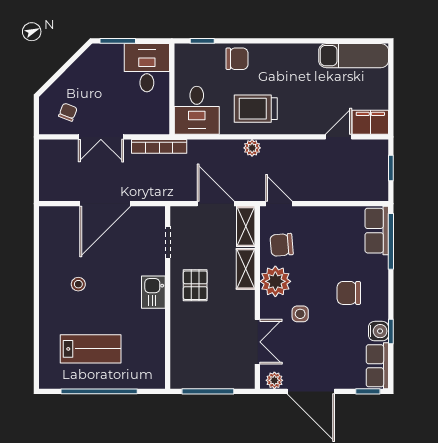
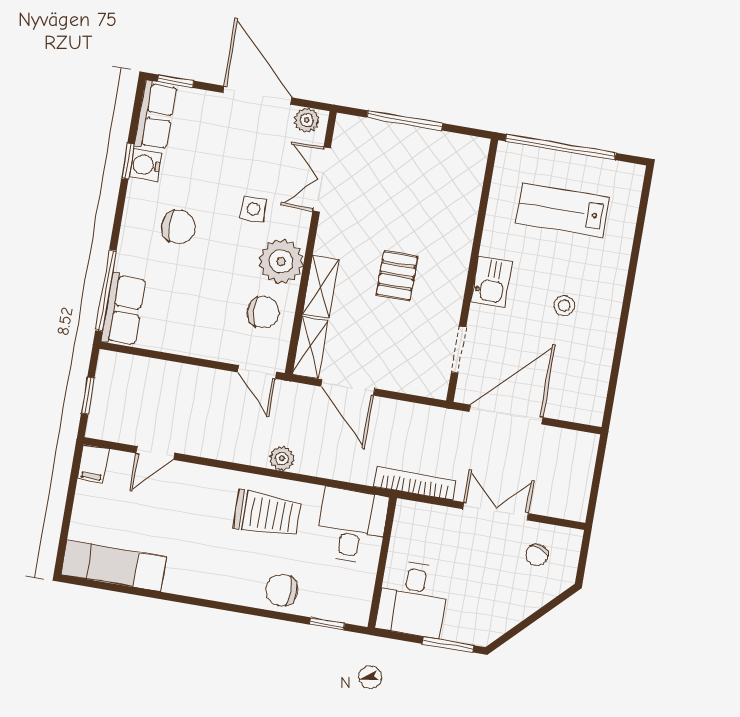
filing cabinet: (370, 122) -> (93, 464), width x0.50
doorway: (168, 242) -> (459, 350), moved
kitchen sink: (153, 292) -> (491, 282), moved
wall: (168, 297) -> (472, 270), moved

